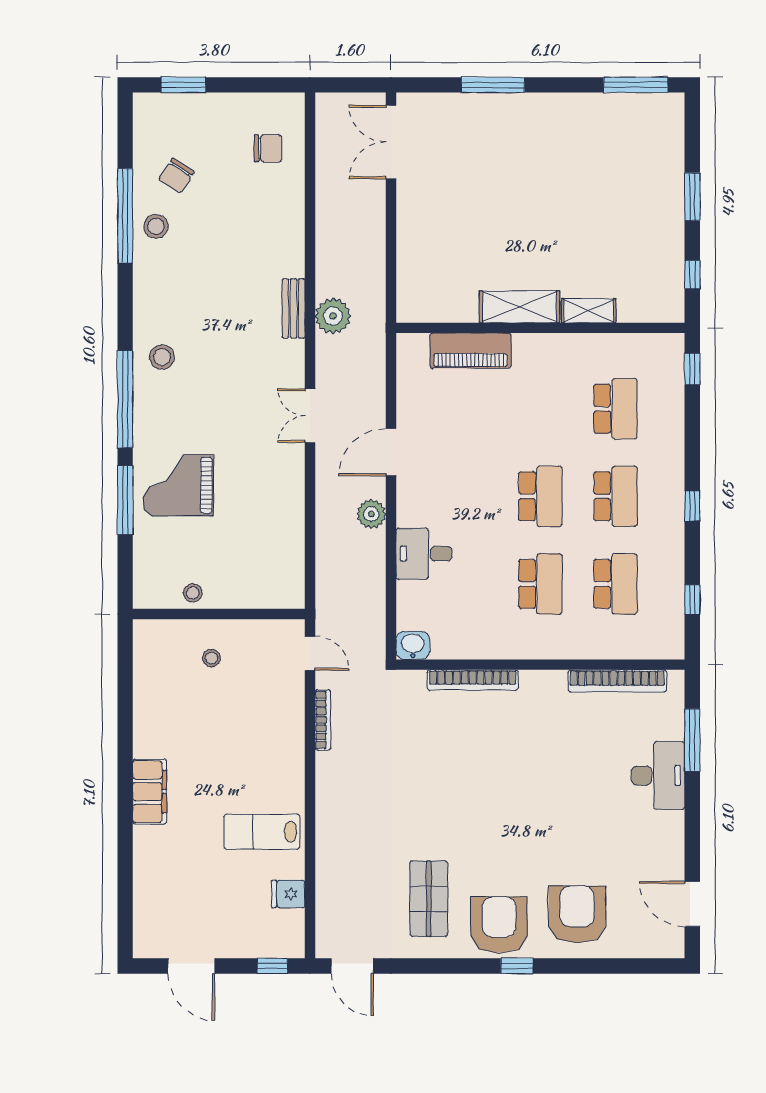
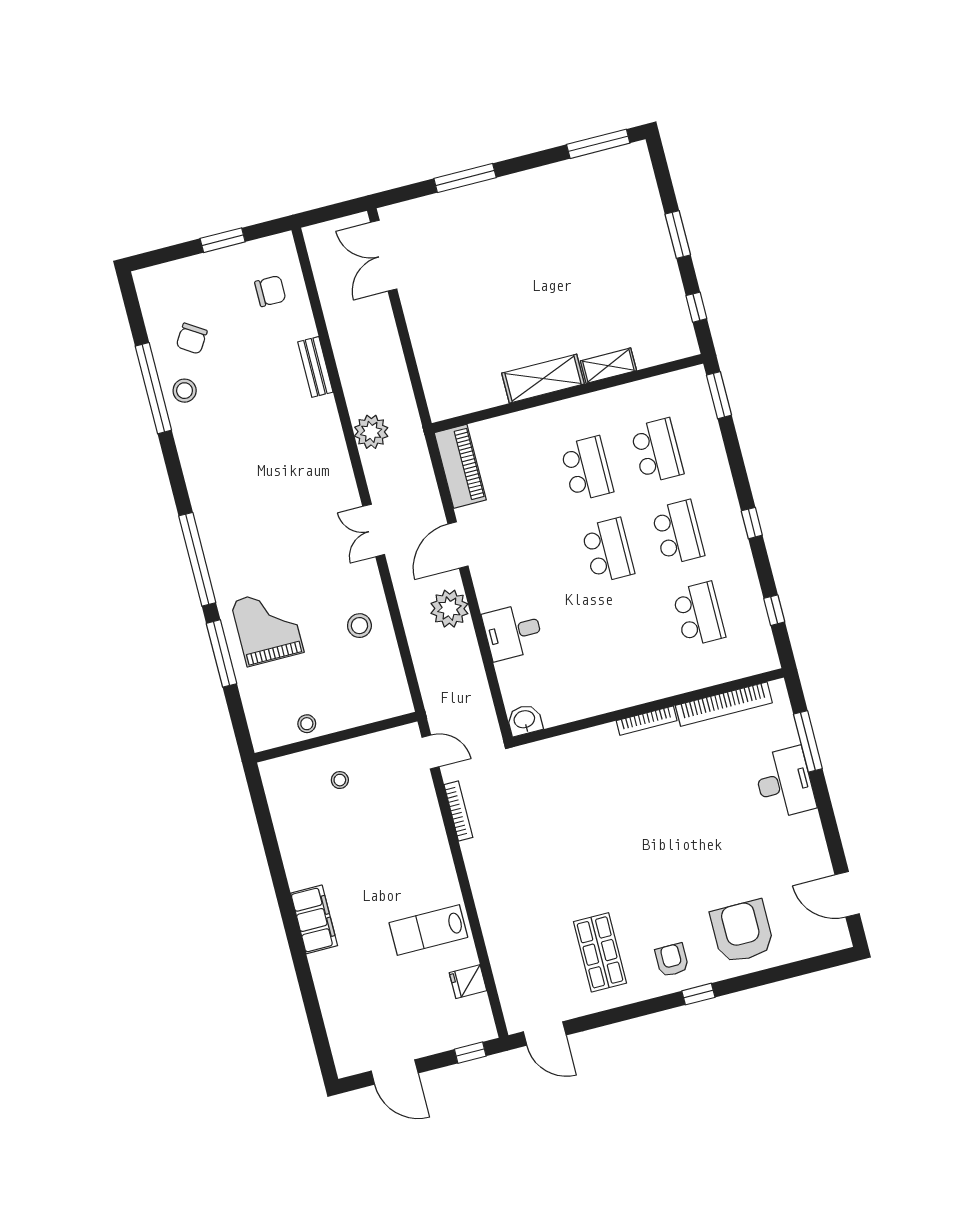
window: (184, 85) -> (223, 240), moved
bench: (294, 308) -> (315, 367), moved
piano: (471, 351) -> (460, 466), moved, turned -90
stool: (162, 357) -> (359, 626), moved
window: (692, 369) -> (719, 395), width x1.50
grand piano: (178, 485) -> (267, 627), turned 90
plant: (371, 514) -> (449, 609), width x1.36, depth x1.36
school desk: (540, 584) -> (587, 469), moved
bookcase: (473, 680) -> (647, 721), moved, width x0.68, depth x0.76
armchair: (499, 925) -> (672, 960), width x0.53, depth x0.53

